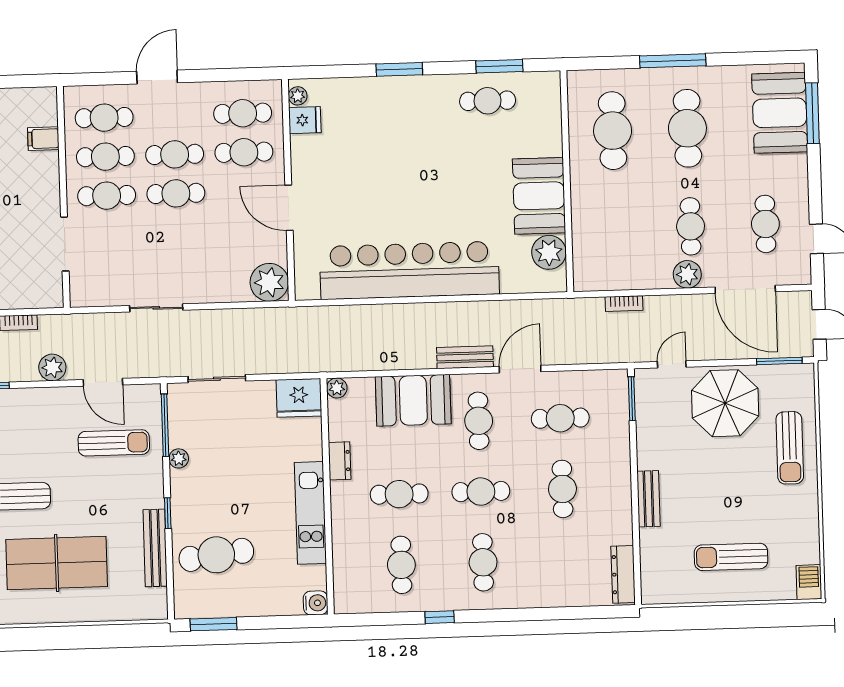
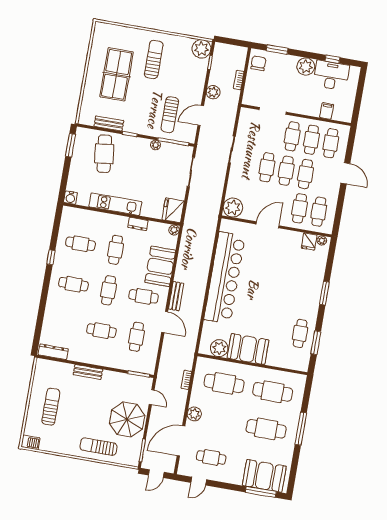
cafe table: (691, 226) -> (224, 383), moved, width x1.37, depth x1.35
cafe table: (177, 232) -> (267, 167), added
bench: (155, 548) -> (109, 123), width x0.73

